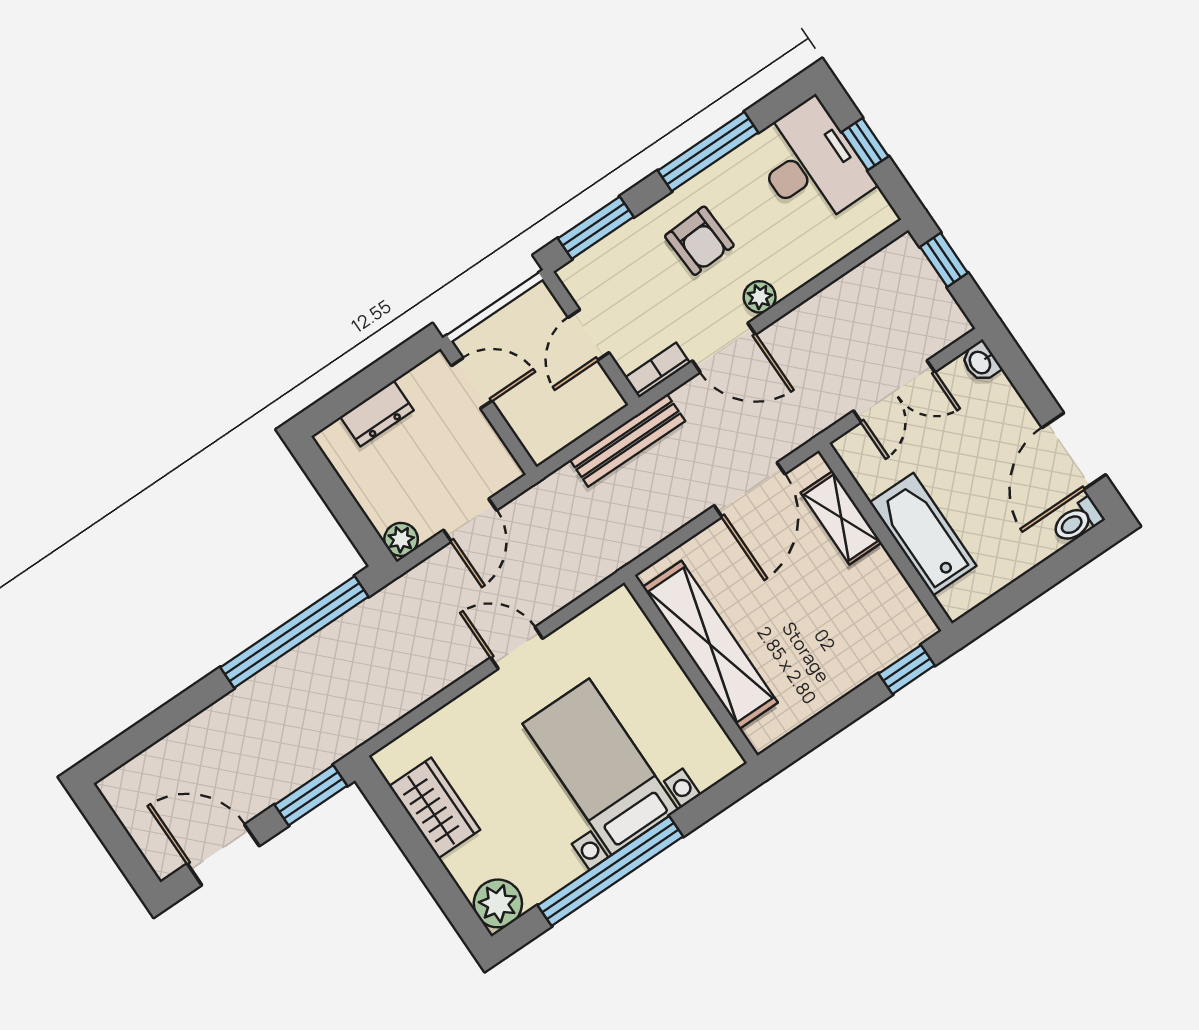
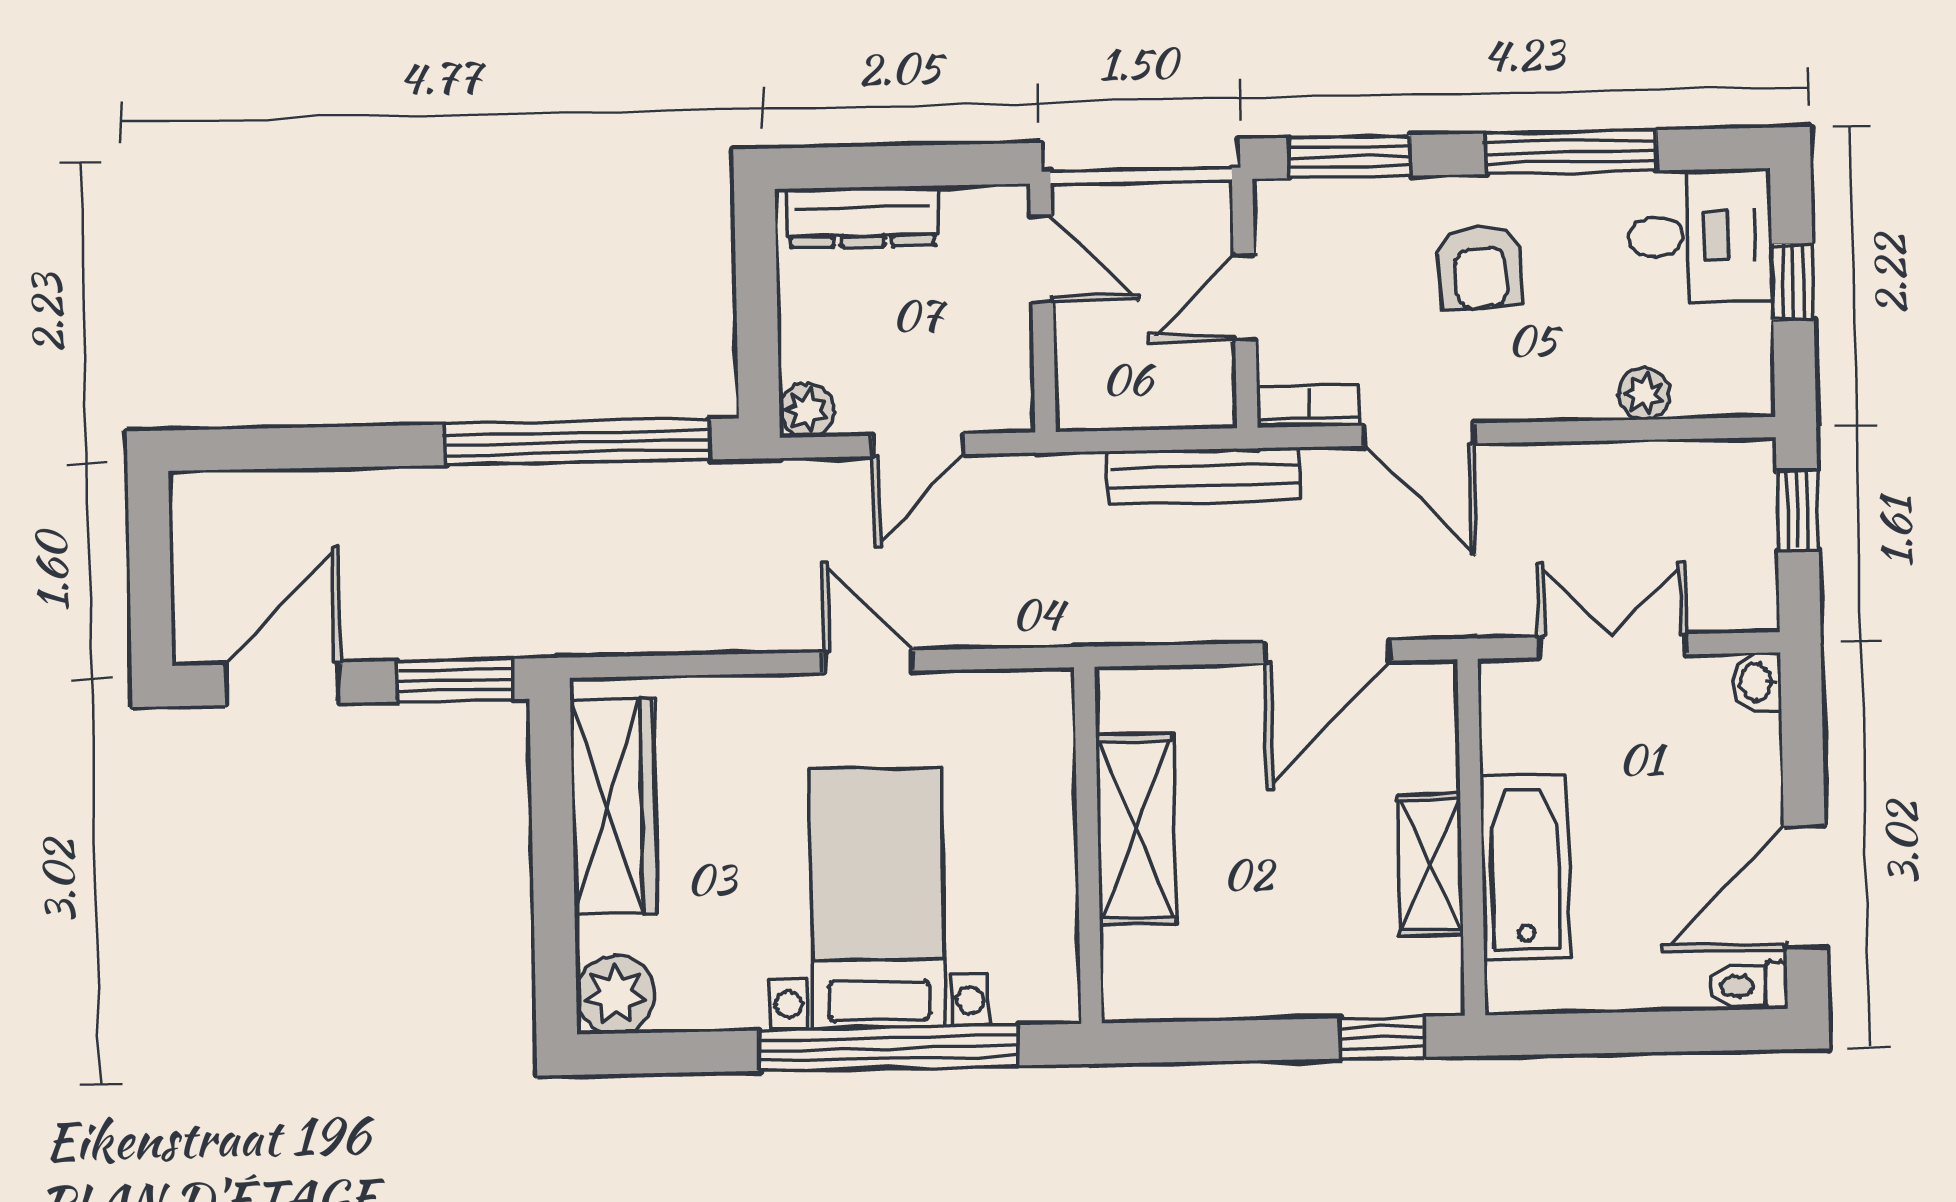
desk: (811, 164) -> (1700, 236), width x0.73
plant: (760, 297) -> (1644, 394), moved
double door: (894, 391) -> (1613, 646), swing flipped
dresser: (377, 413) -> (862, 217), width x1.44
shelving: (841, 518) -> (1430, 865), moved
shelving: (710, 645) -> (1136, 829), width x0.68
wardrobe: (435, 808) -> (614, 808), width x1.50
door: (223, 855) -> (283, 684), hinge flipped
window: (610, 871) -> (889, 1048), moved

